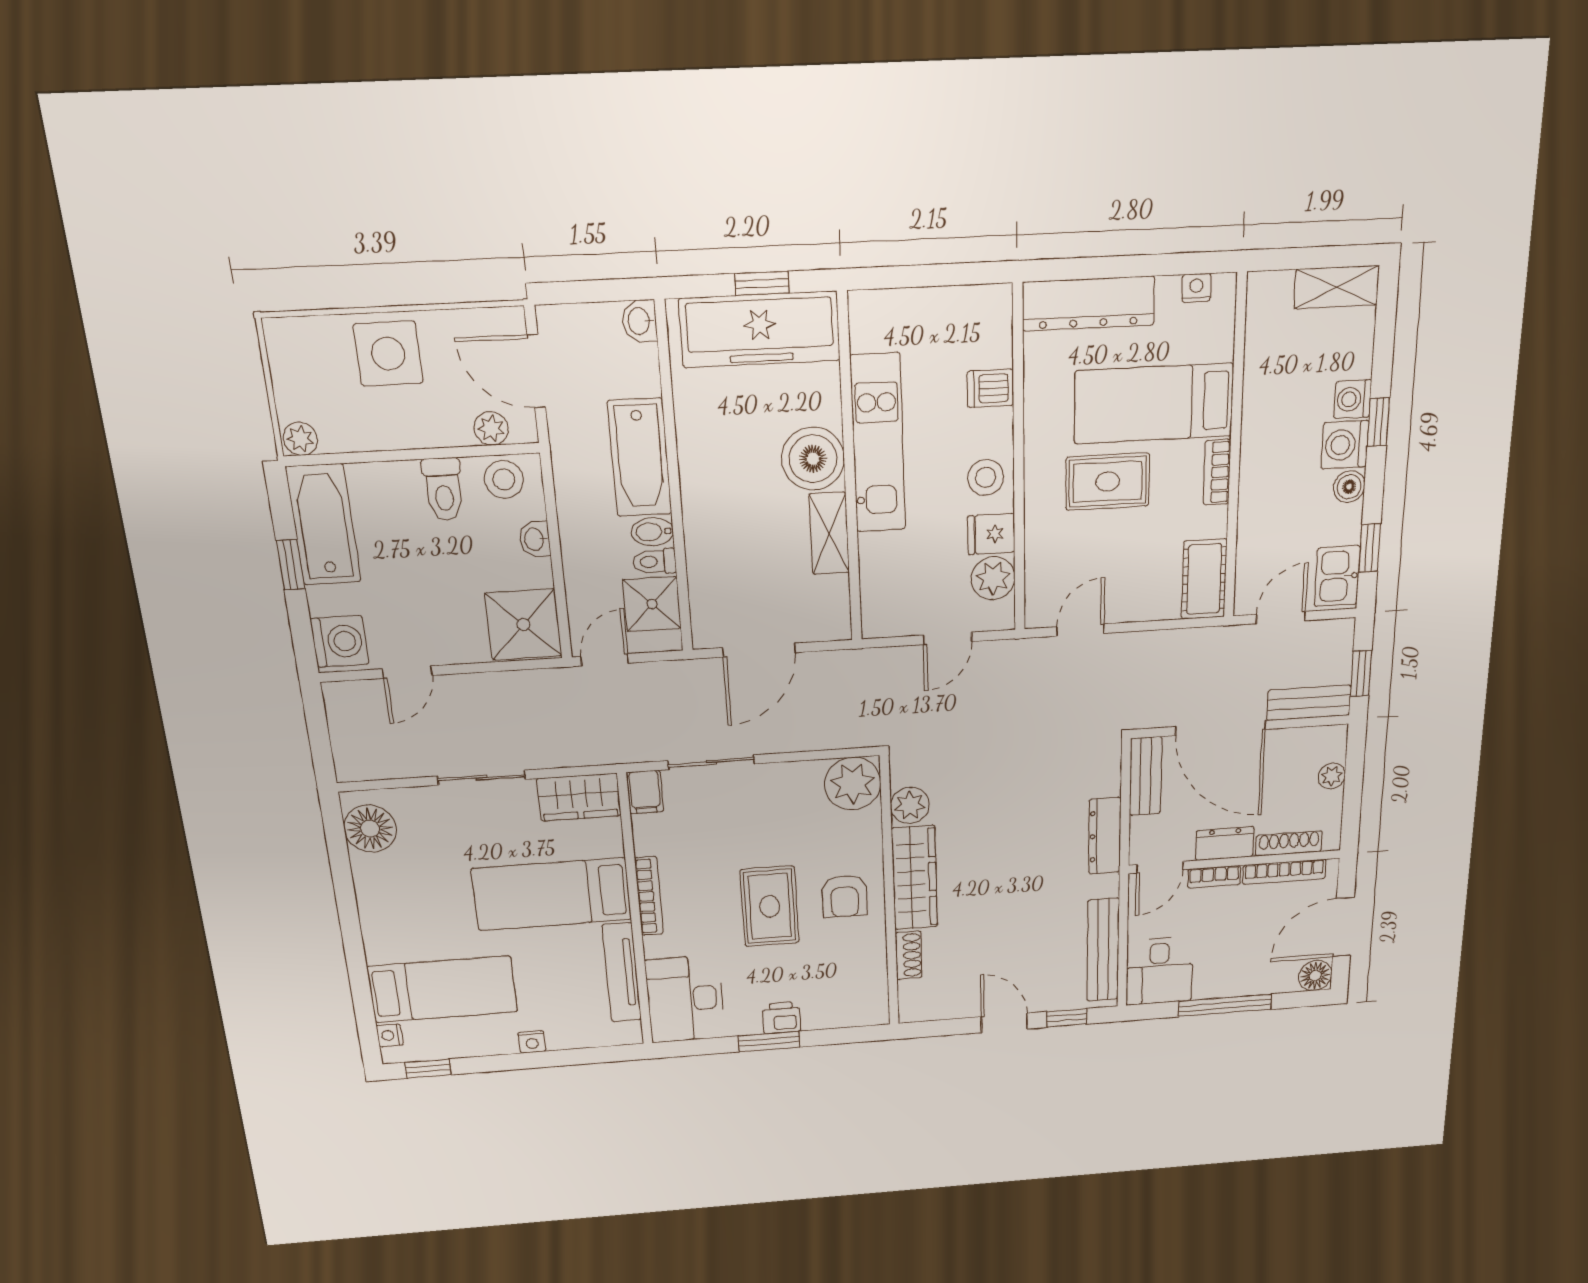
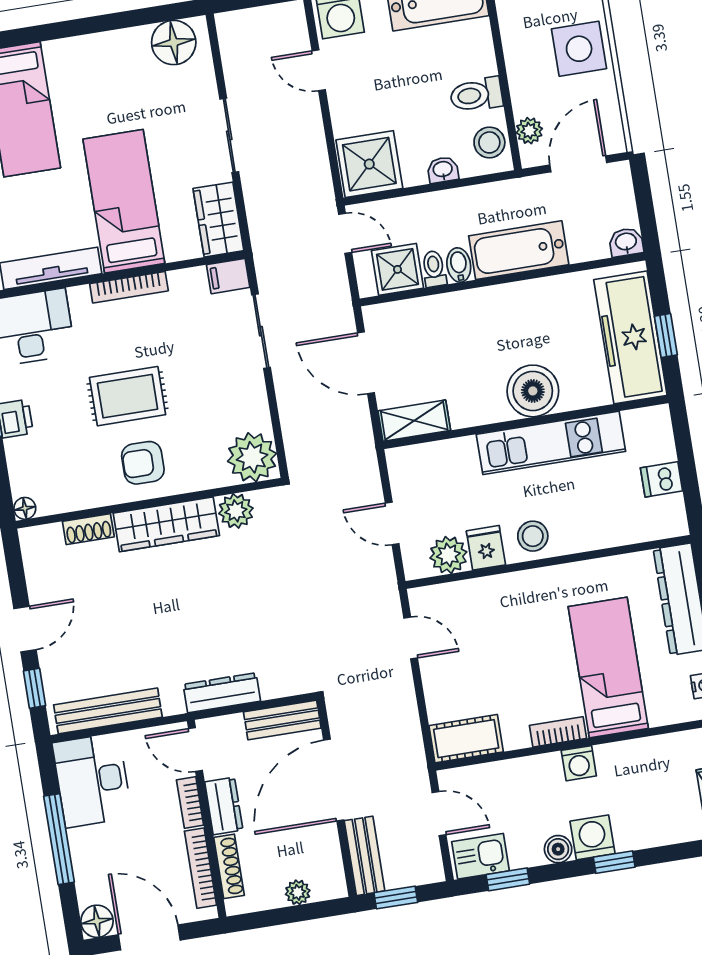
dishwasher: (990, 388) -> (662, 479), moved, turned -90
washing machine: (1353, 399) -> (579, 763), moved, turned 180
rug: (1108, 482) -> (540, 640), removed
shelving: (829, 533) -> (414, 421), moved
desk: (1159, 971) -> (92, 780), width x1.37
floor lamp: (878, 1015) -> (25, 508), added

